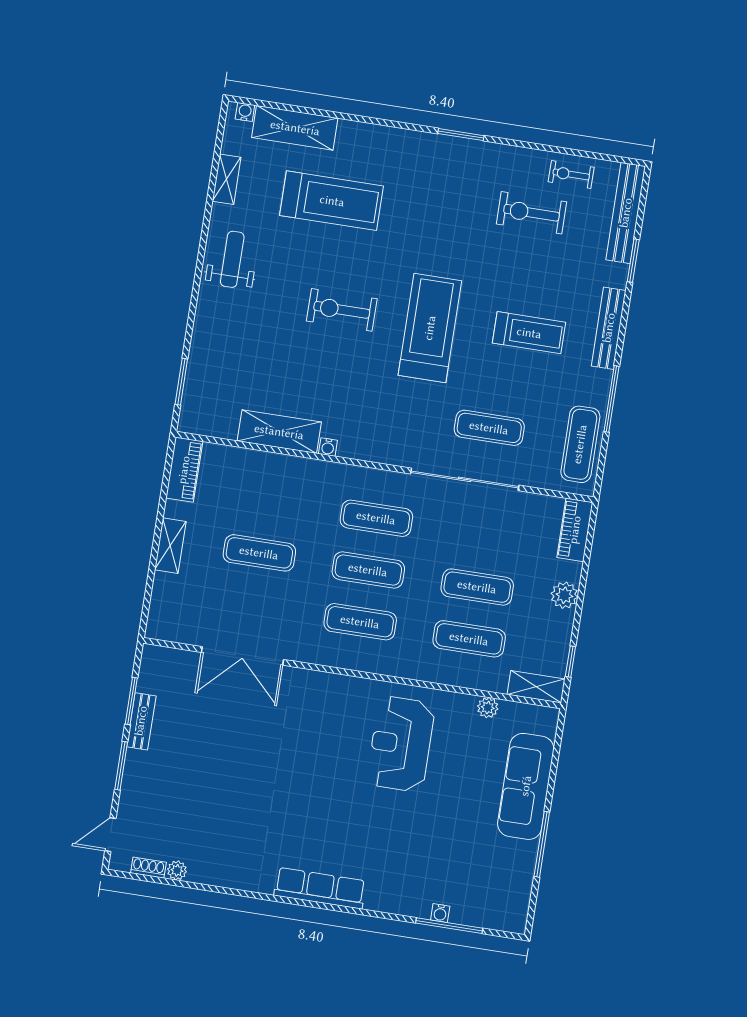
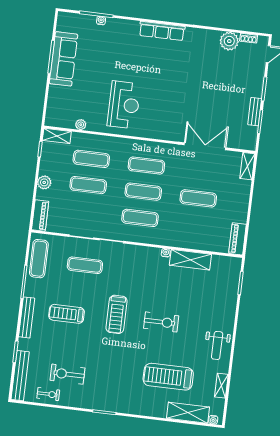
exercise bike: (532, 213) -> (67, 374), turned 180
treadmill: (430, 328) -> (117, 314), width x0.73, depth x0.73
shelving: (170, 546) -> (247, 166), moved
sofa: (526, 786) -> (63, 59), moved
plant: (177, 870) -> (229, 41), width x1.88, depth x1.88

